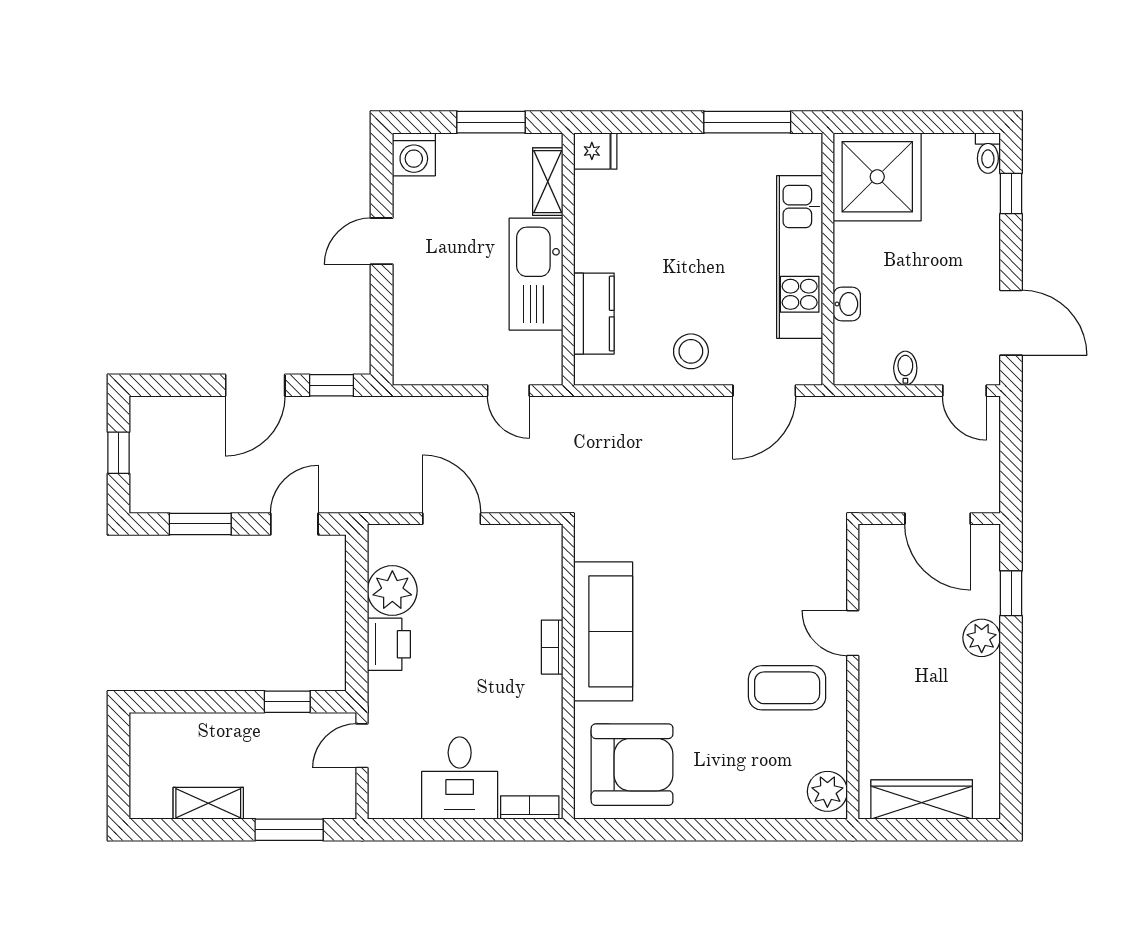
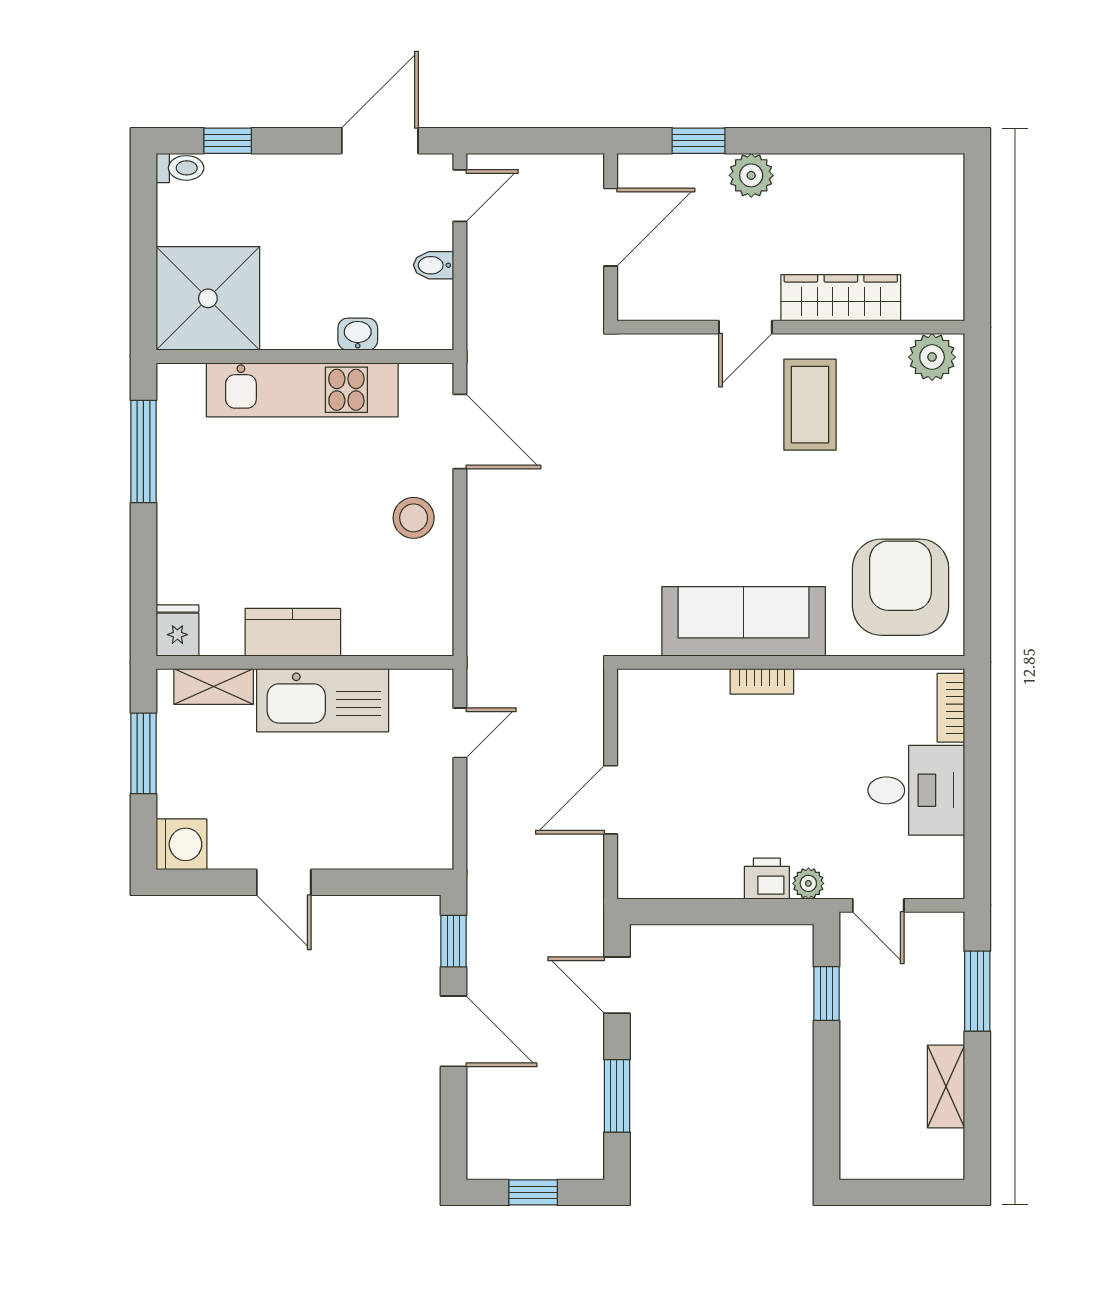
kitchen counter: (594, 314) -> (293, 632), moved
plant: (392, 590) -> (808, 883), moved, width x0.53, depth x0.53
printer: (389, 644) -> (767, 879), width x0.73, depth x0.81
wardrobe: (922, 799) -> (841, 298), moved, turned 90

